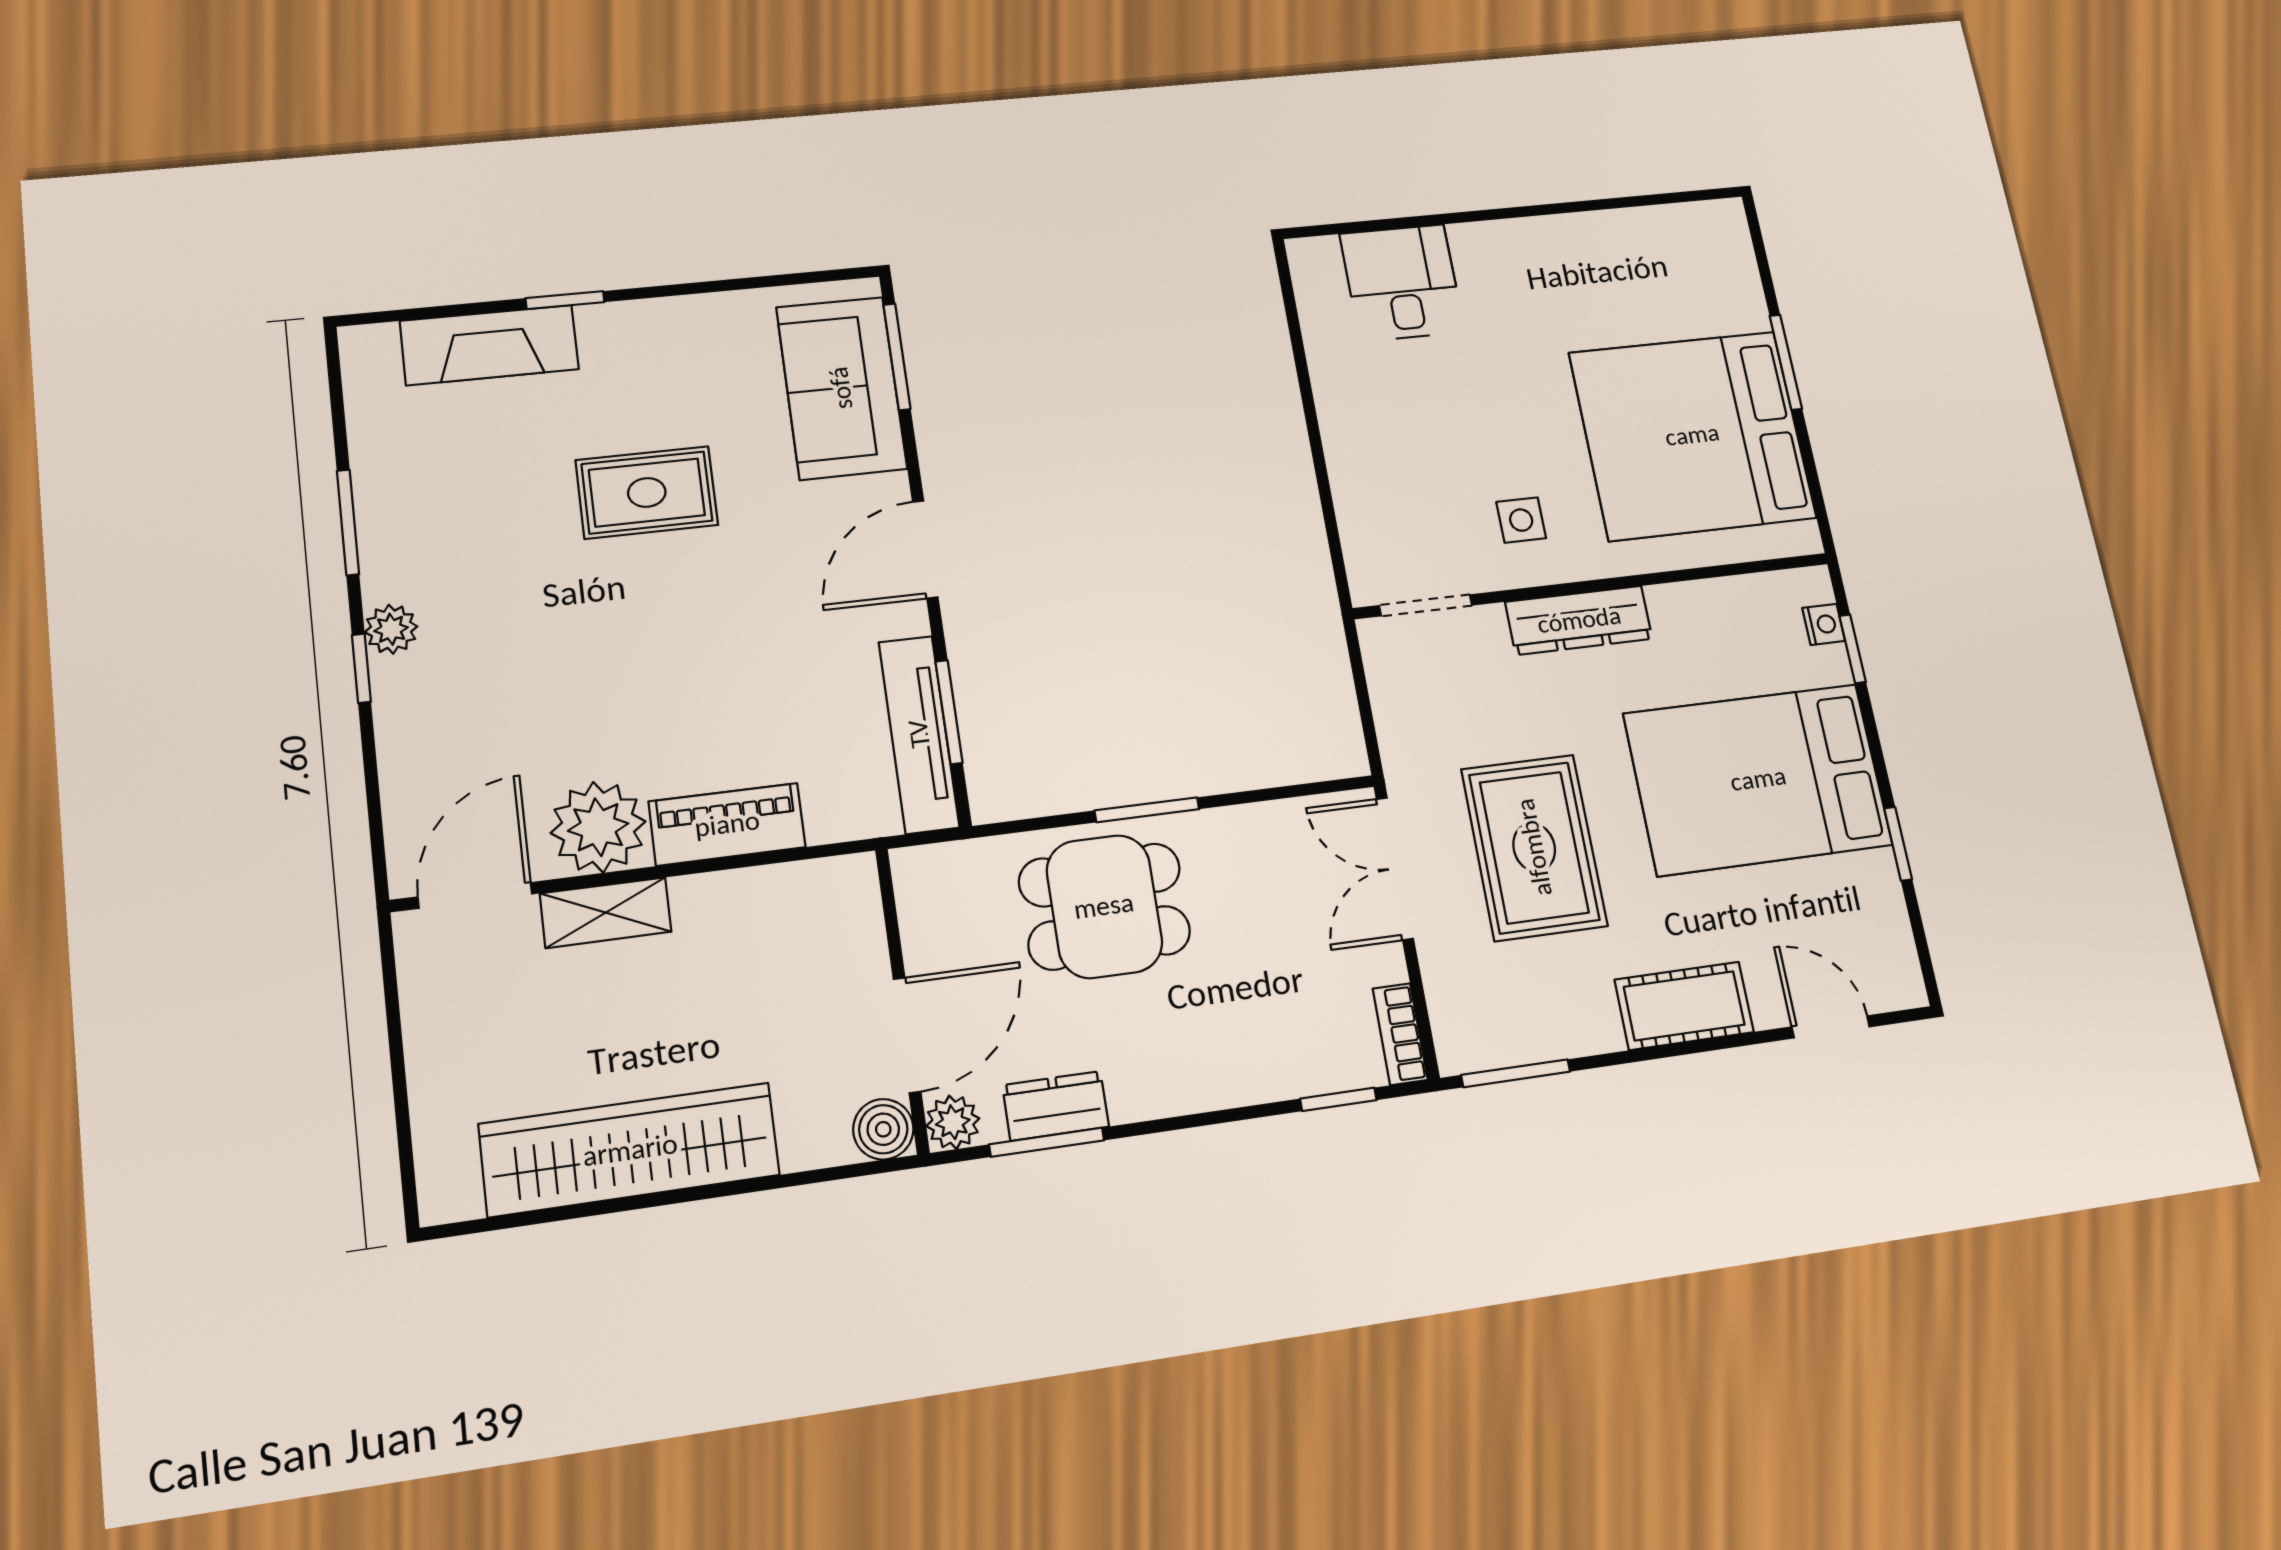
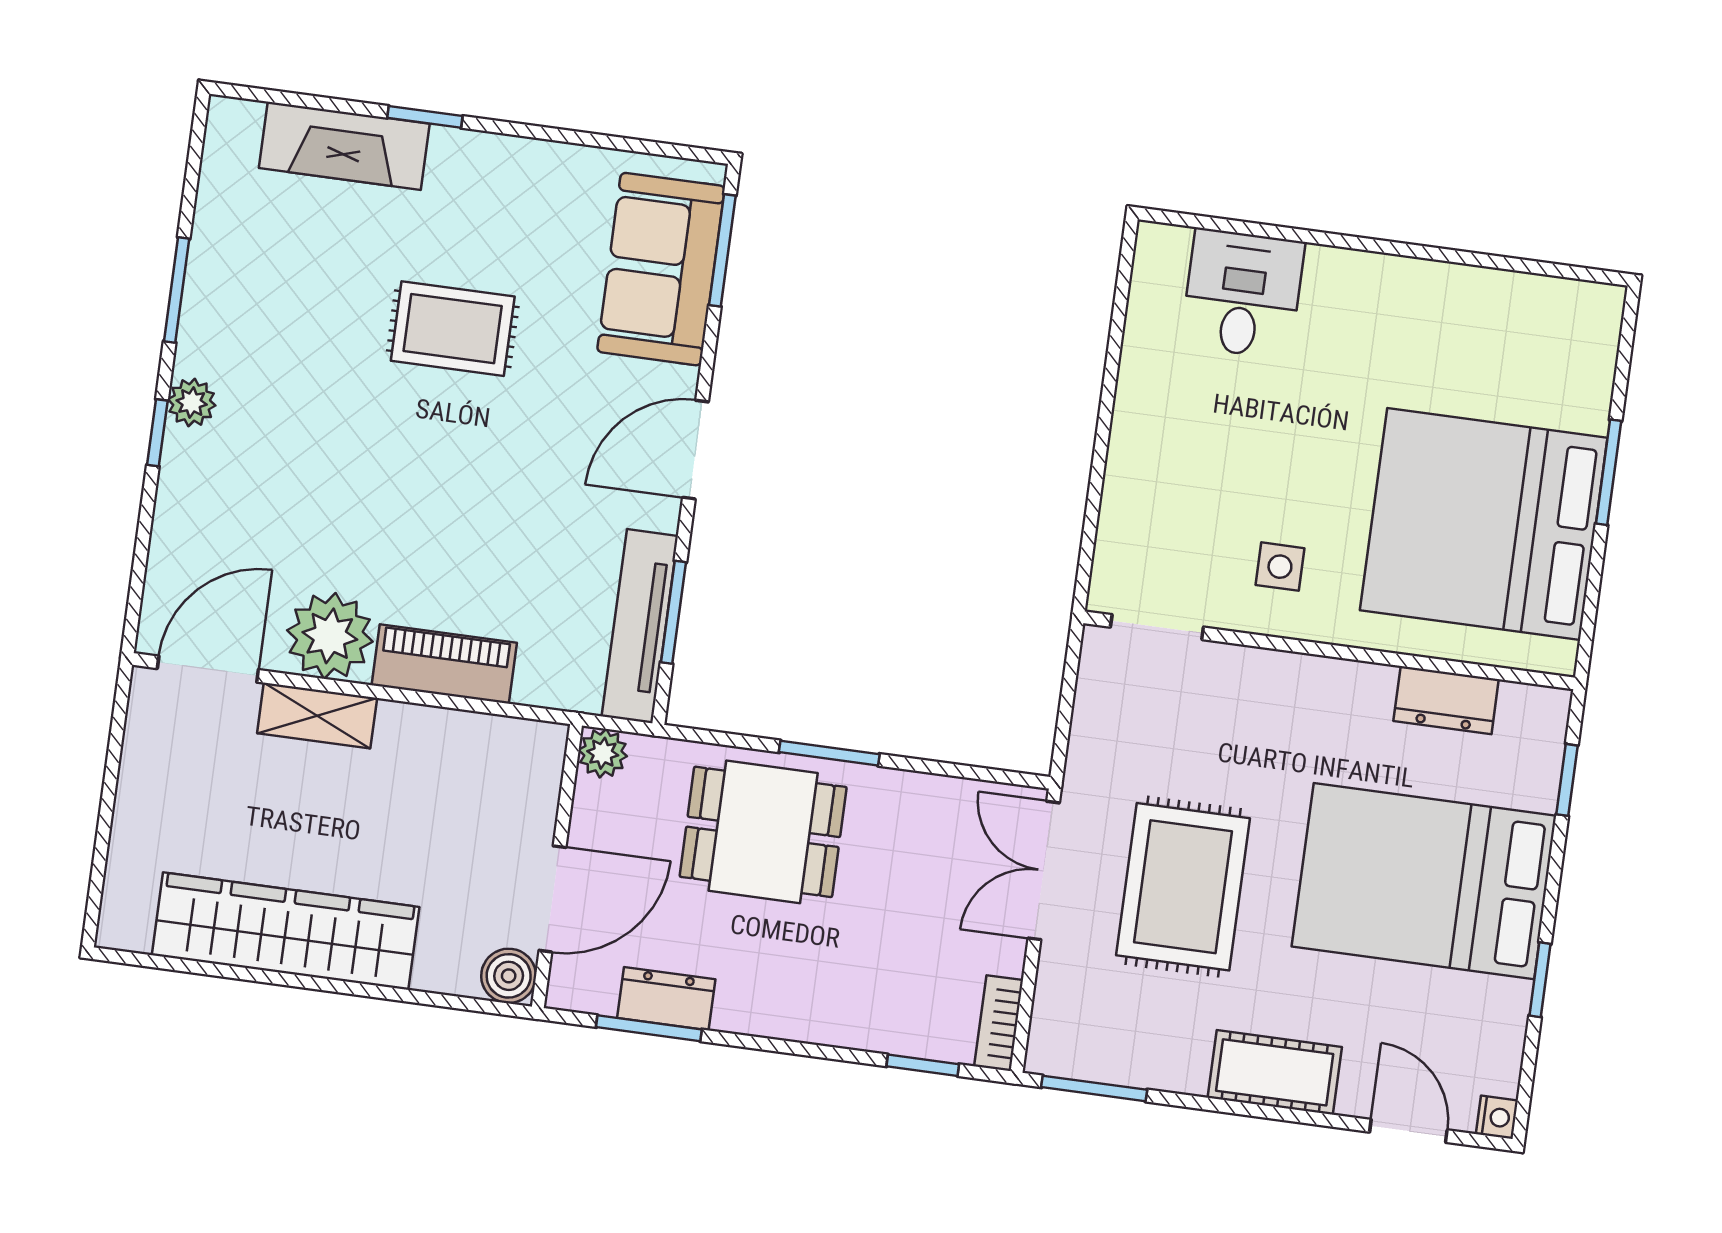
dresser: (1579, 620) -> (1446, 700), moved, width x0.70
nightstand: (1824, 624) -> (1497, 1117), moved
plant: (953, 1122) -> (603, 753), moved

